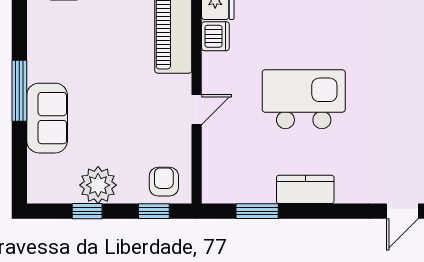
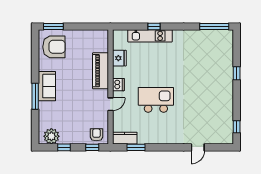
dishwasher: (215, 36) -> (118, 85), moved
sofa: (47, 118) -> (47, 86), moved
plant: (98, 185) -> (51, 136), moved
kitchen counter: (305, 189) -> (125, 138), moved

